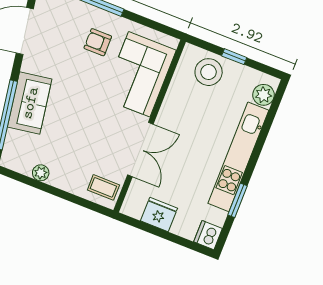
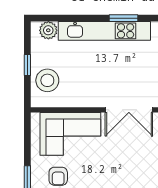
double door: (140, 149) -> (129, 110), swing flipped
window: (237, 200) -> (124, 18), moved

